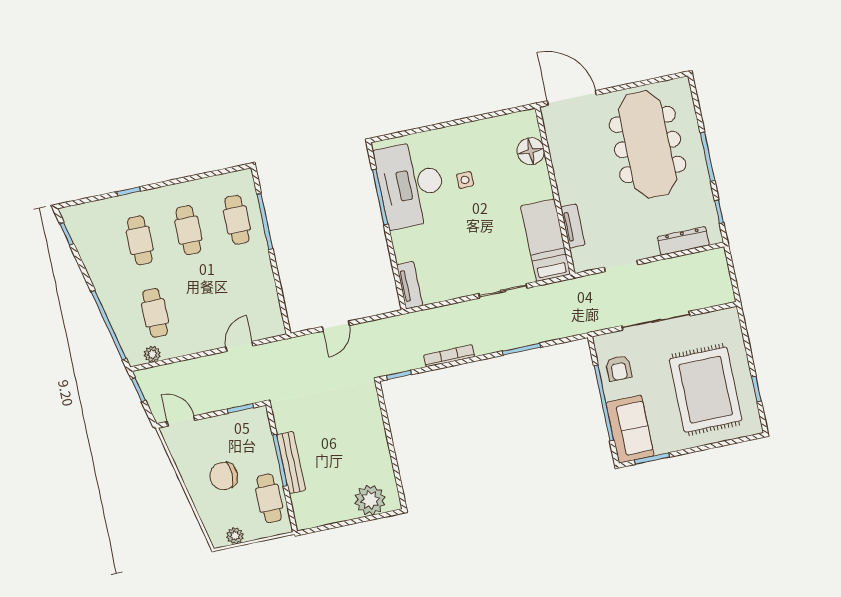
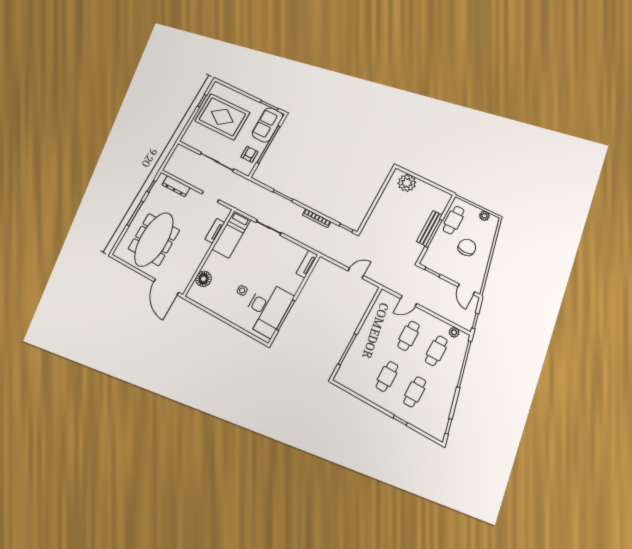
cafe table: (237, 220) -> (409, 336), moved
rug: (706, 390) -> (222, 117), turned 90
chair: (224, 476) -> (467, 247), turned -90

